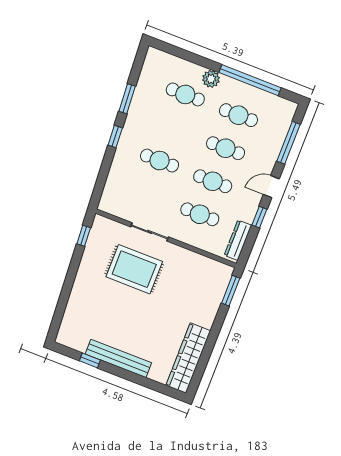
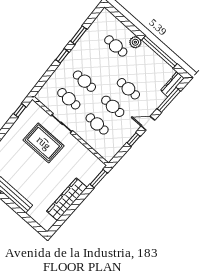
cafe table: (238, 115) -> (69, 99), moved
dresser: (238, 240) -> (172, 84), moved
wardrobe: (188, 358) -> (67, 199), moved

